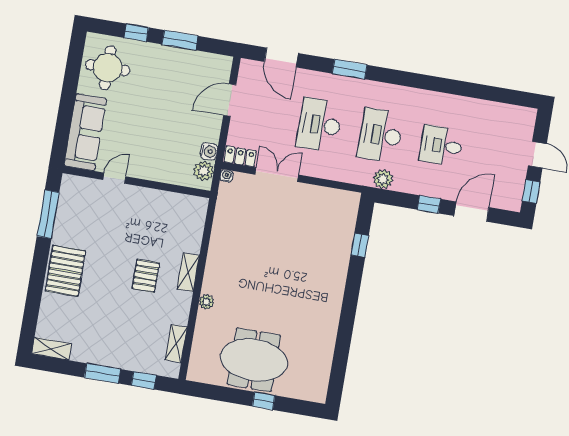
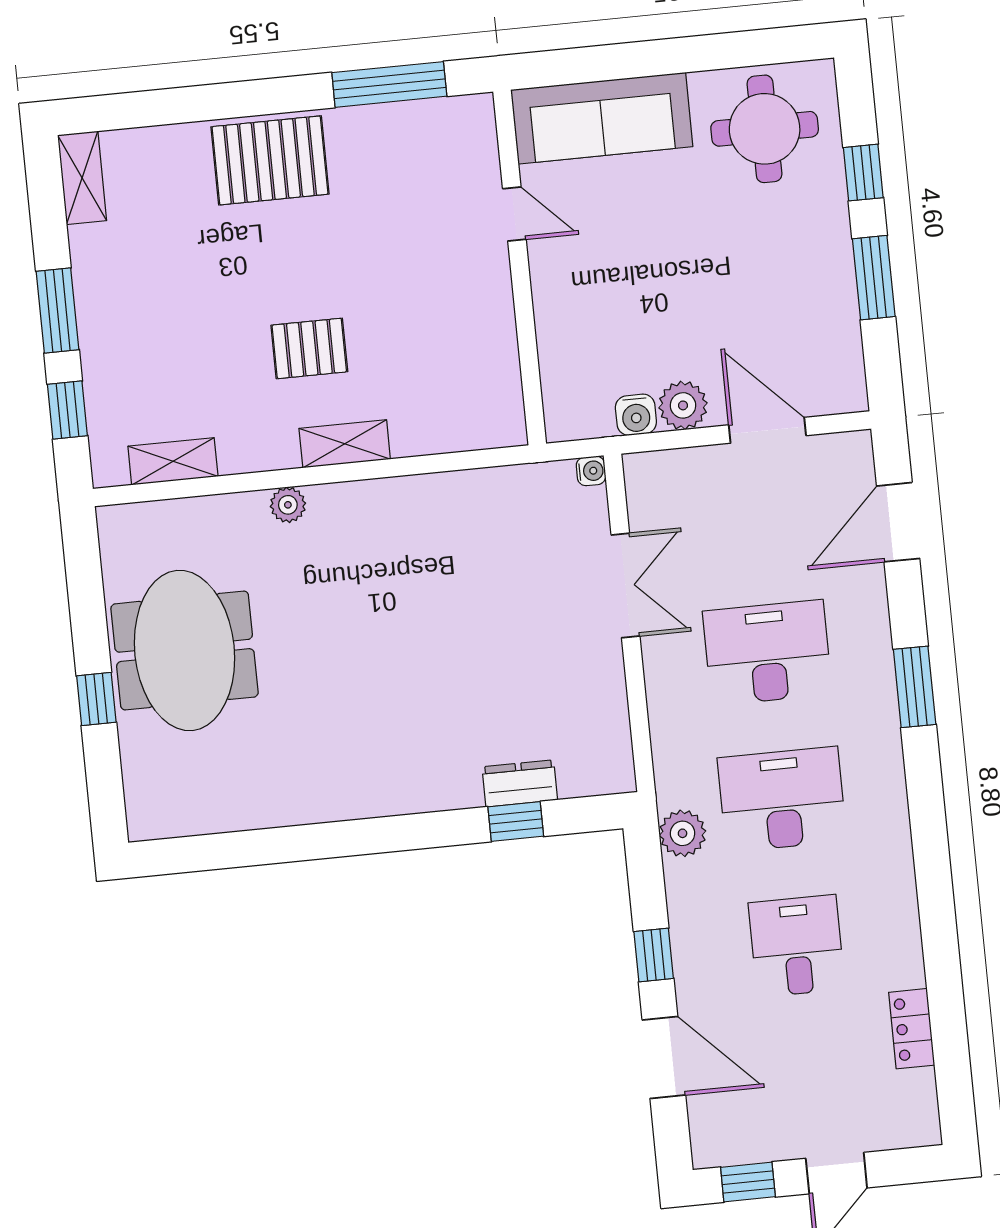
locker: (240, 156) -> (912, 1029), moved, turned 180
plant: (204, 171) -> (683, 405), moved
dresser: (345, 239) -> (520, 783), added

